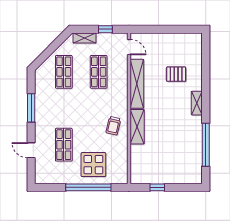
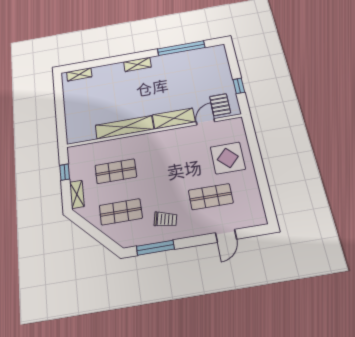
door: (129, 47) -> (206, 122), moved
shelving: (197, 49) -> (79, 74), added
pallet: (176, 74) -> (220, 105), moved
window: (31, 108) -> (155, 248), moved
trolley: (113, 126) -> (165, 219), moved
window: (88, 187) -> (257, 159), removed

